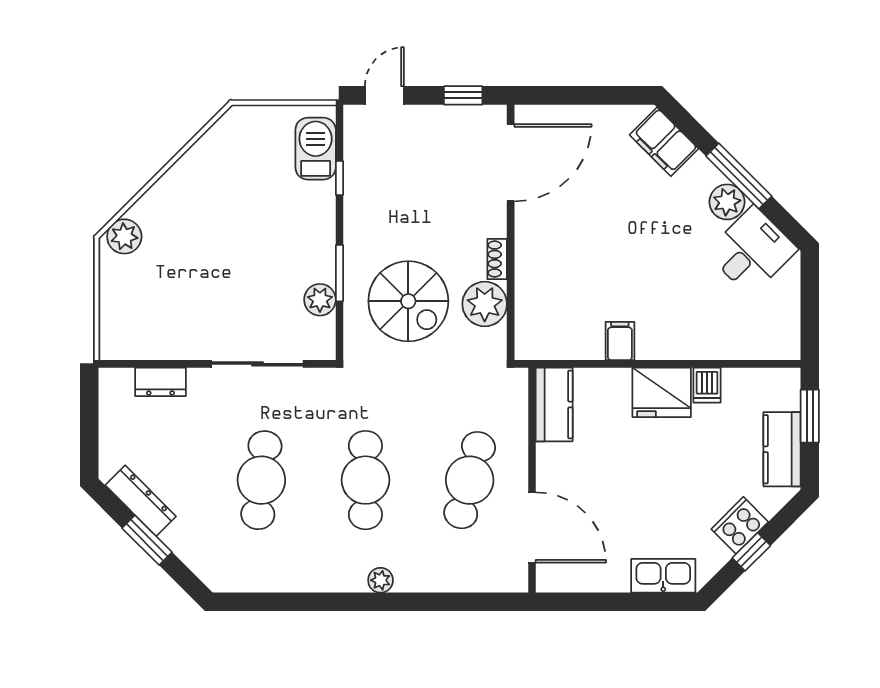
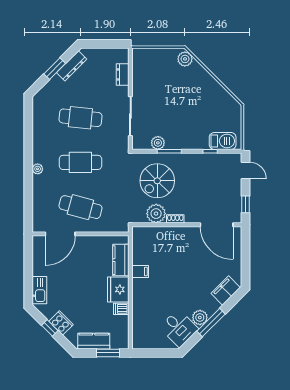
kitchen counter: (554, 404) -> (121, 260), moved, turned 90

